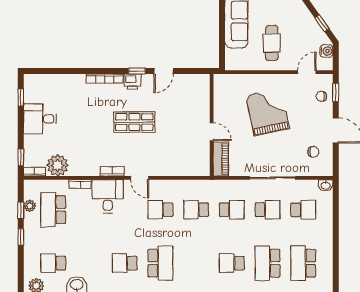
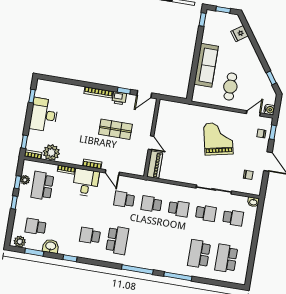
water cooler: (326, 51) -> (269, 110), moved
desk: (40, 119) -> (44, 115), width x1.37
wall: (212, 125) -> (152, 138), moved
door: (212, 132) -> (151, 143), moved
piano: (221, 159) -> (155, 165), moved
school desk: (232, 263) -> (172, 249), removed

